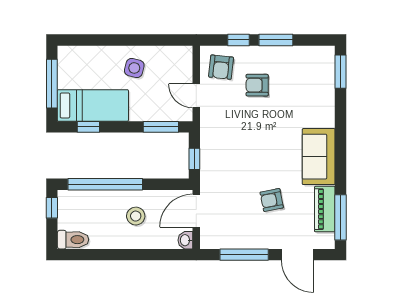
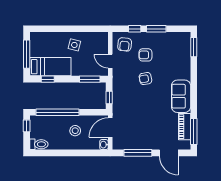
armchair: (272, 200) -> (145, 79), moved

